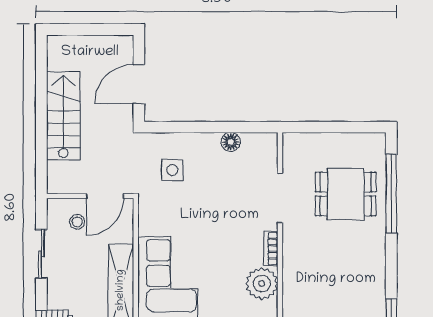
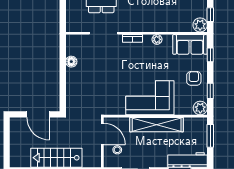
side table: (172, 170) -> (87, 95), removed
plant: (262, 284) -> (157, 39), width x0.53, depth x0.53

